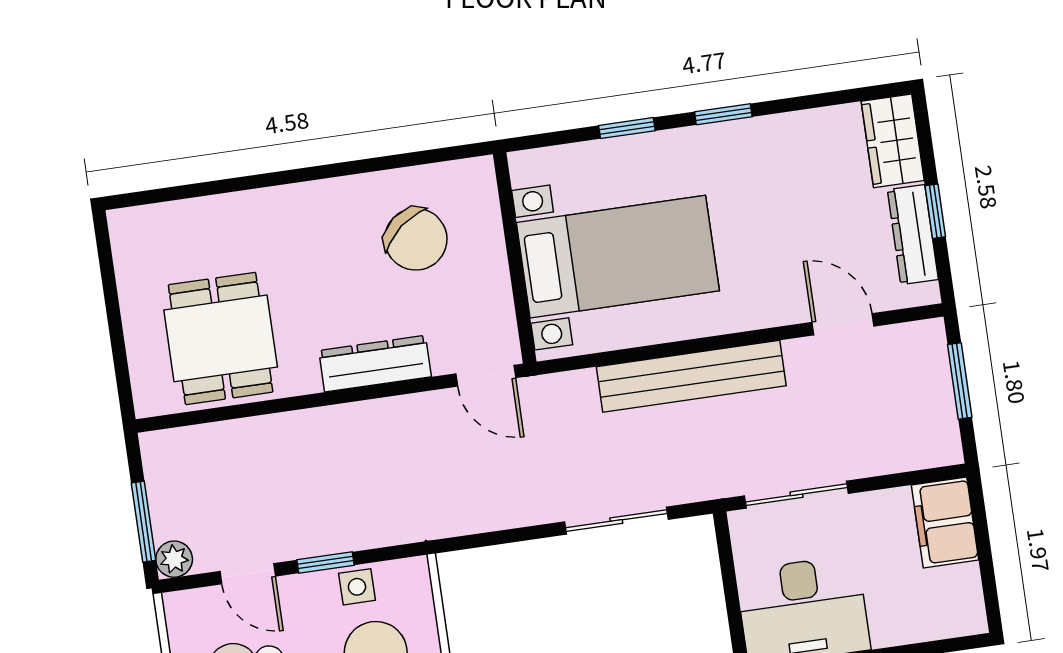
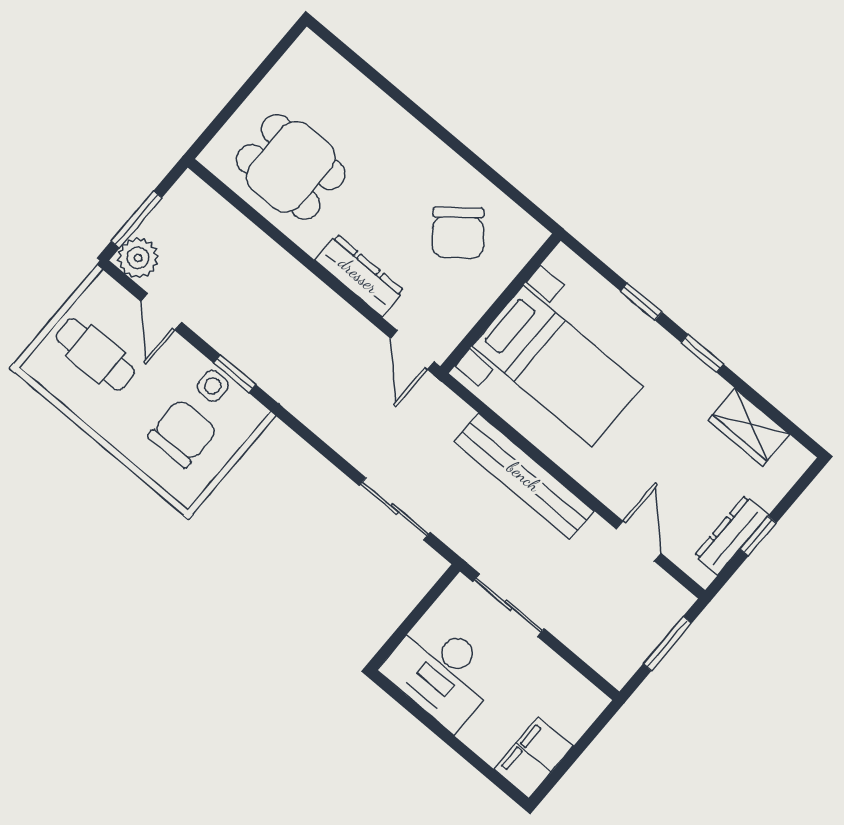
wardrobe: (893, 141) -> (749, 427), moved, turned -90
dining table: (221, 338) -> (291, 167), turned 90
filing cabinet: (945, 522) -> (534, 758), moved
plant: (174, 559) -> (138, 258), width x1.38, depth x1.38
window: (326, 563) -> (235, 374), moved

